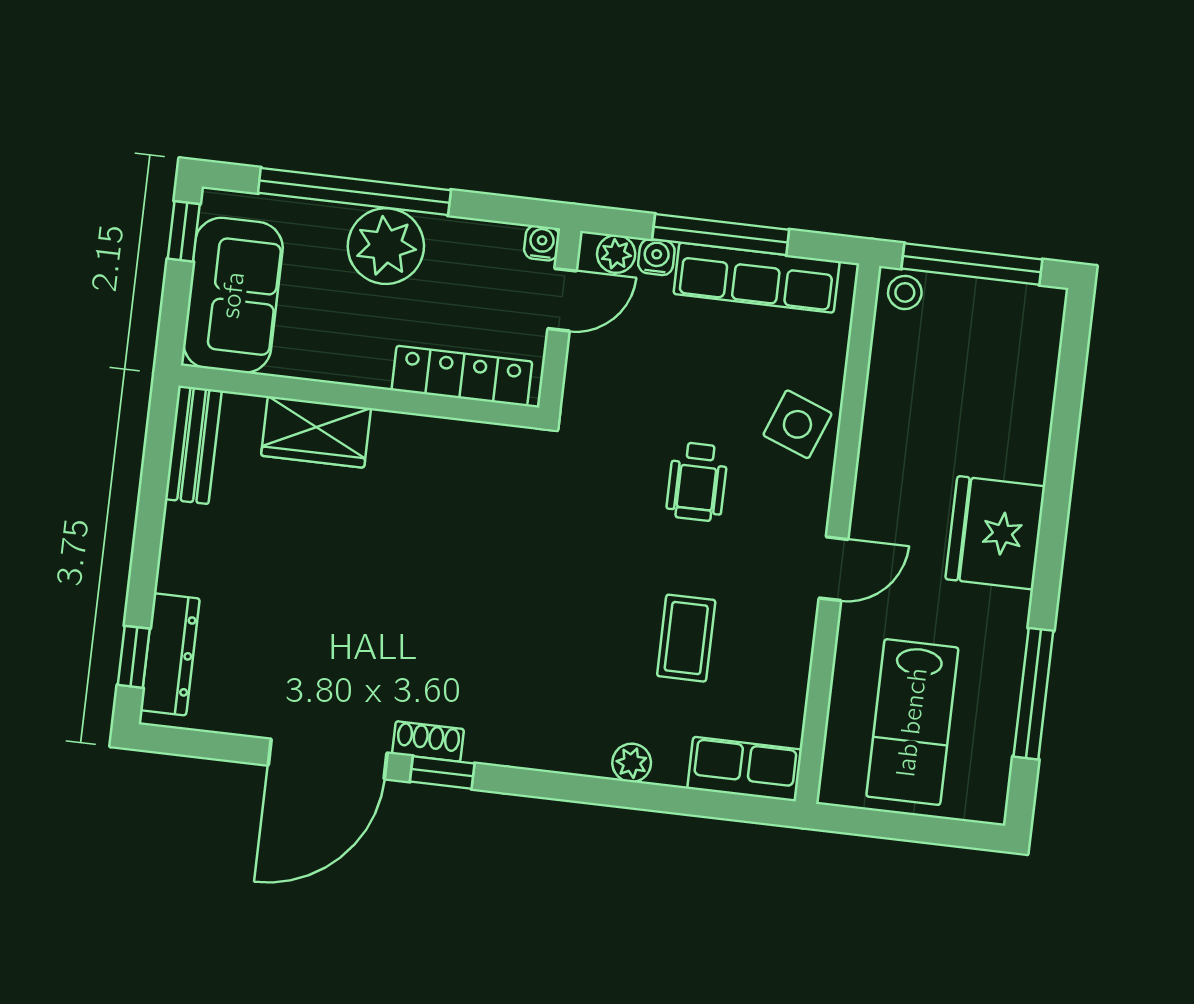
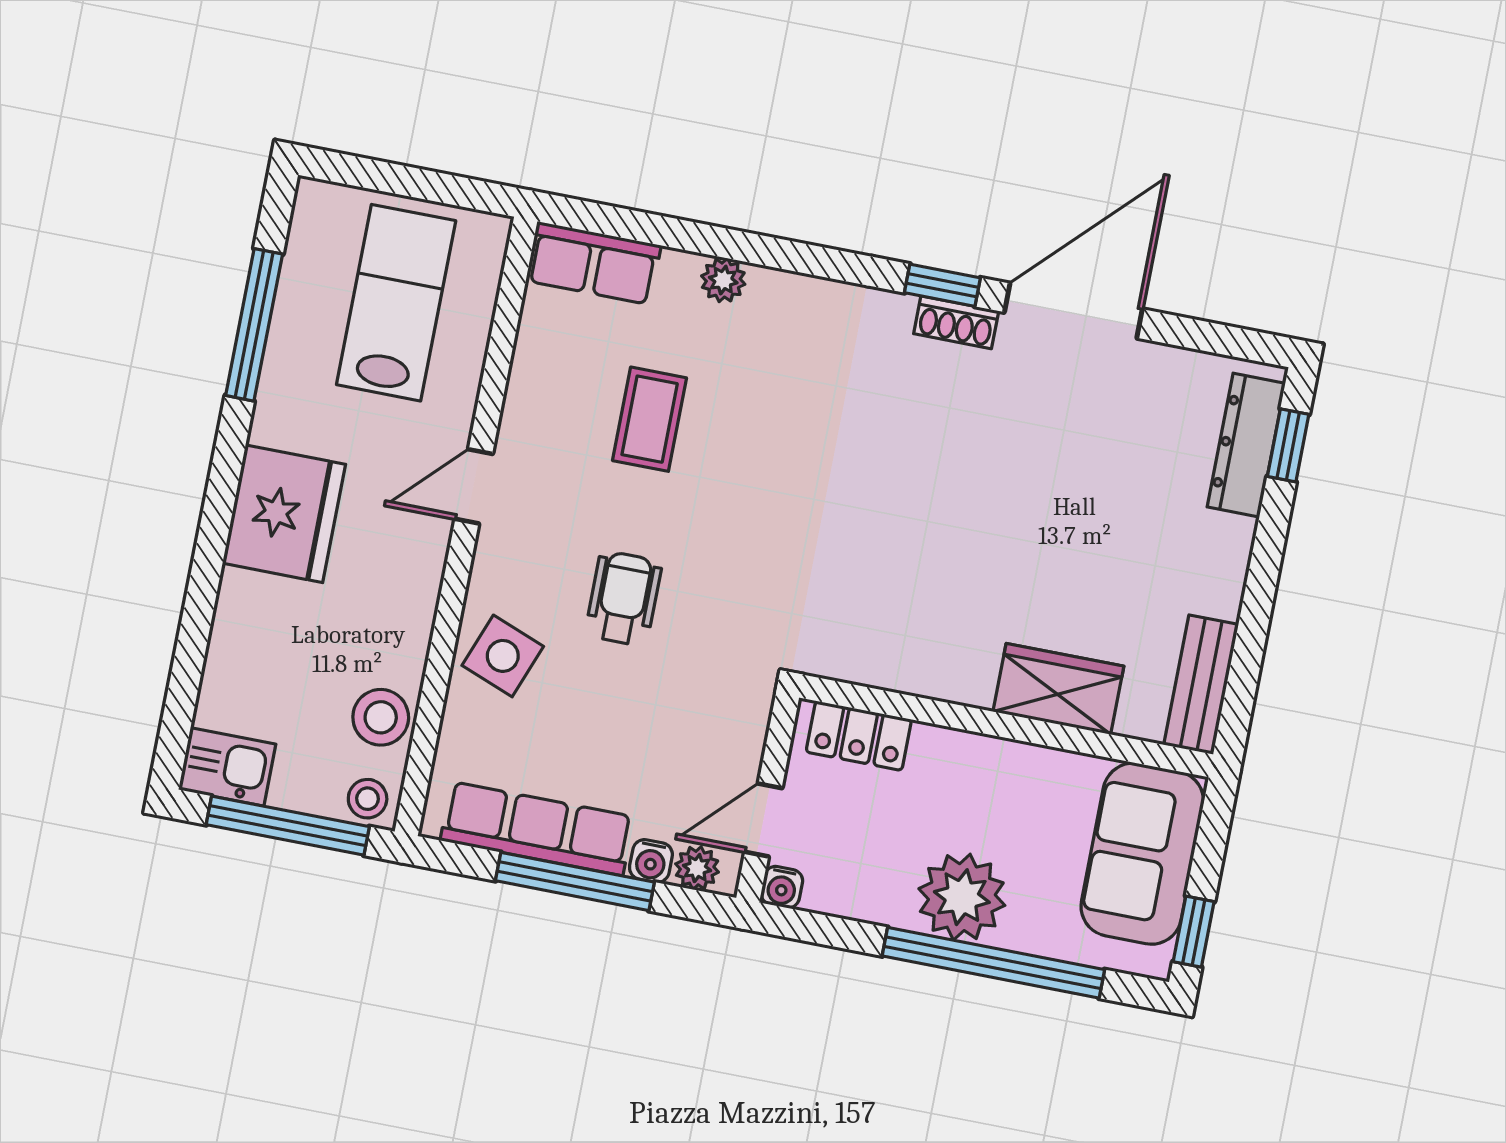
kitchen sink: (1028, 311) -> (227, 767), added
stool: (899, 363) -> (381, 717), added
locker: (462, 376) -> (859, 736), width x0.66

